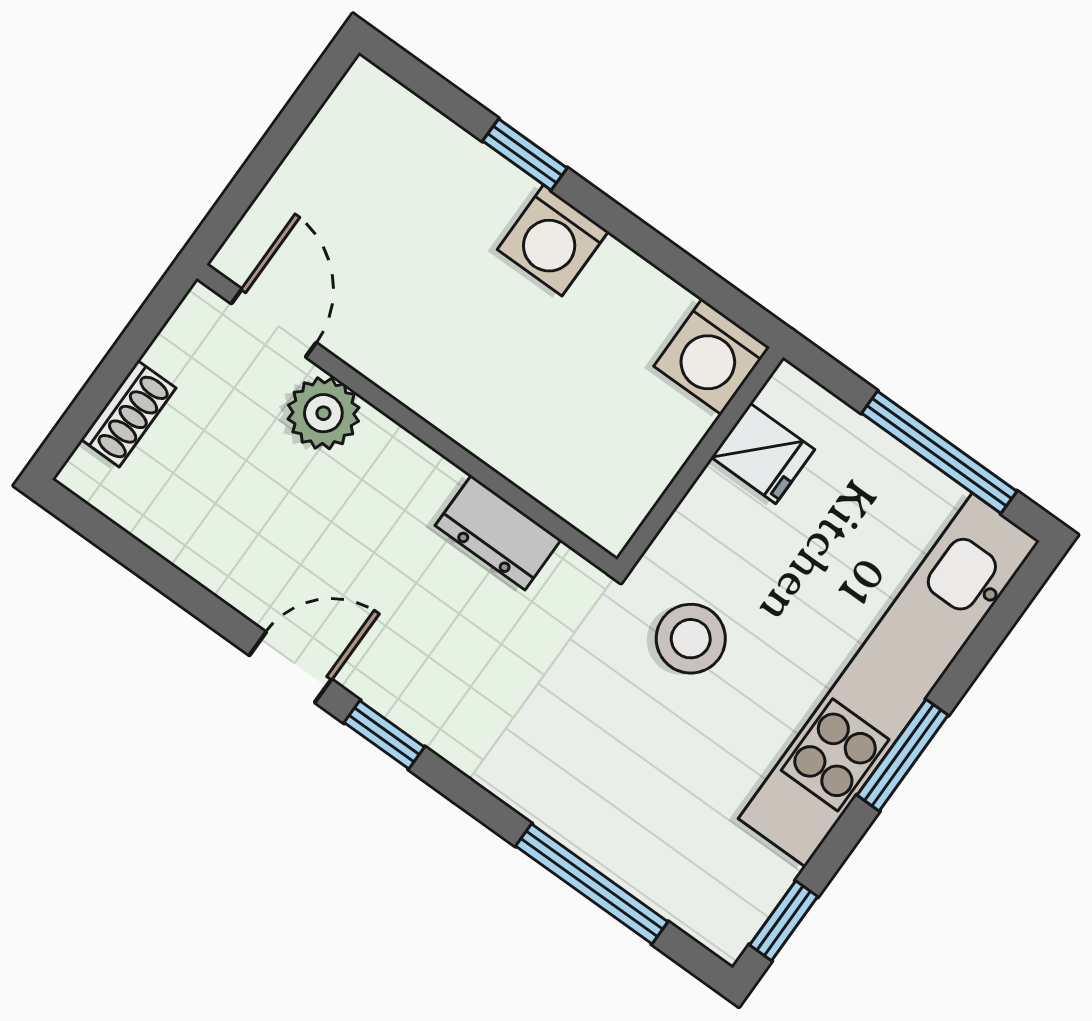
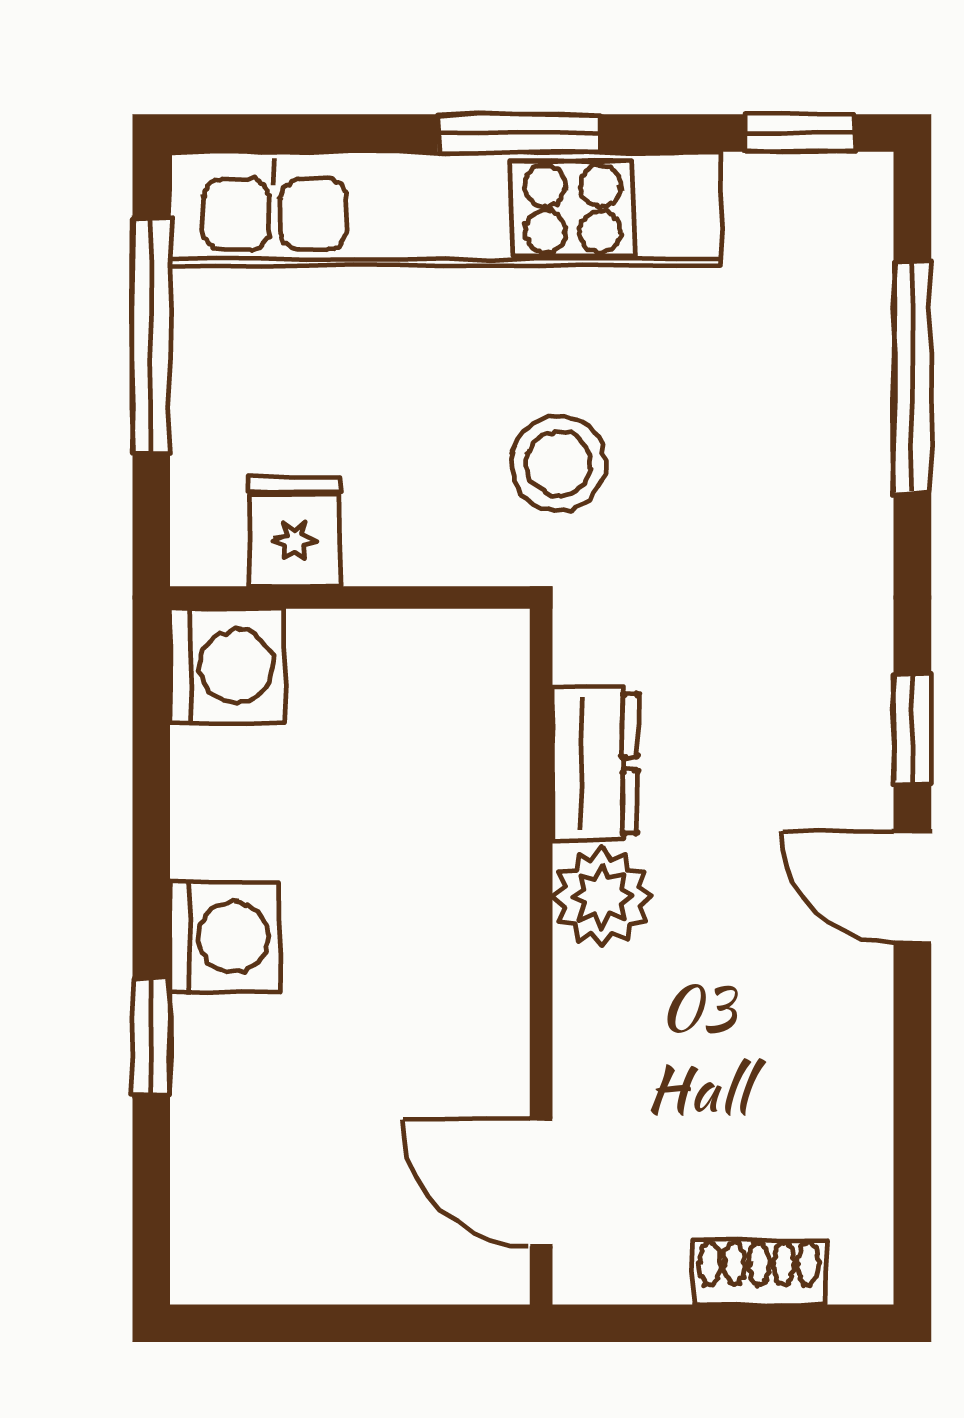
door: (274, 323) -> (541, 1183), hinge flipped
plant: (323, 413) -> (602, 897), moved

